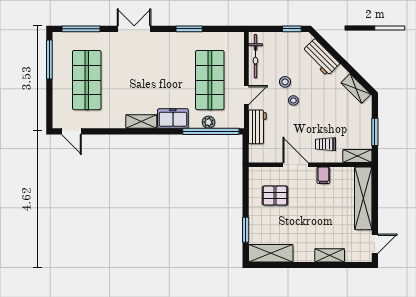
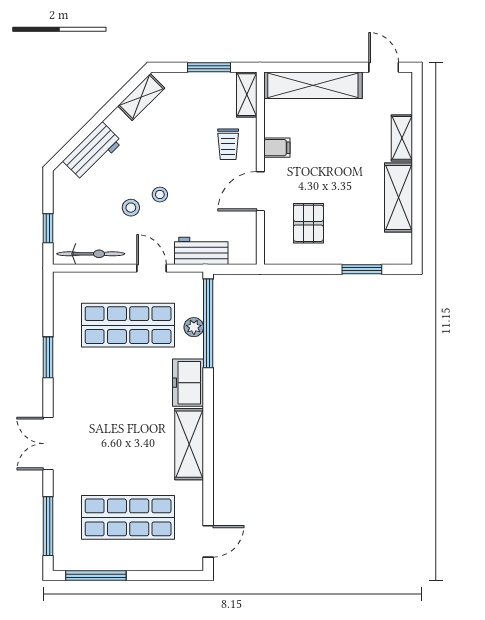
window: (292, 29) -> (48, 228), moved
shelving: (141, 121) -> (189, 444), width x1.50, depth x1.33
shelving: (271, 253) -> (398, 198), moved

